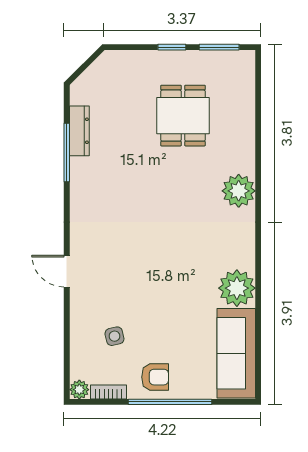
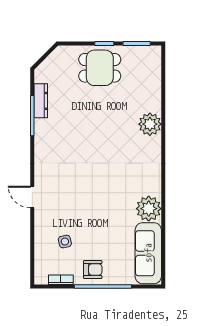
dining table: (183, 116) -> (100, 68), moved, turned 90
plant: (239, 191) -> (150, 124), moved
plant: (79, 390) -> (41, 278), removed

